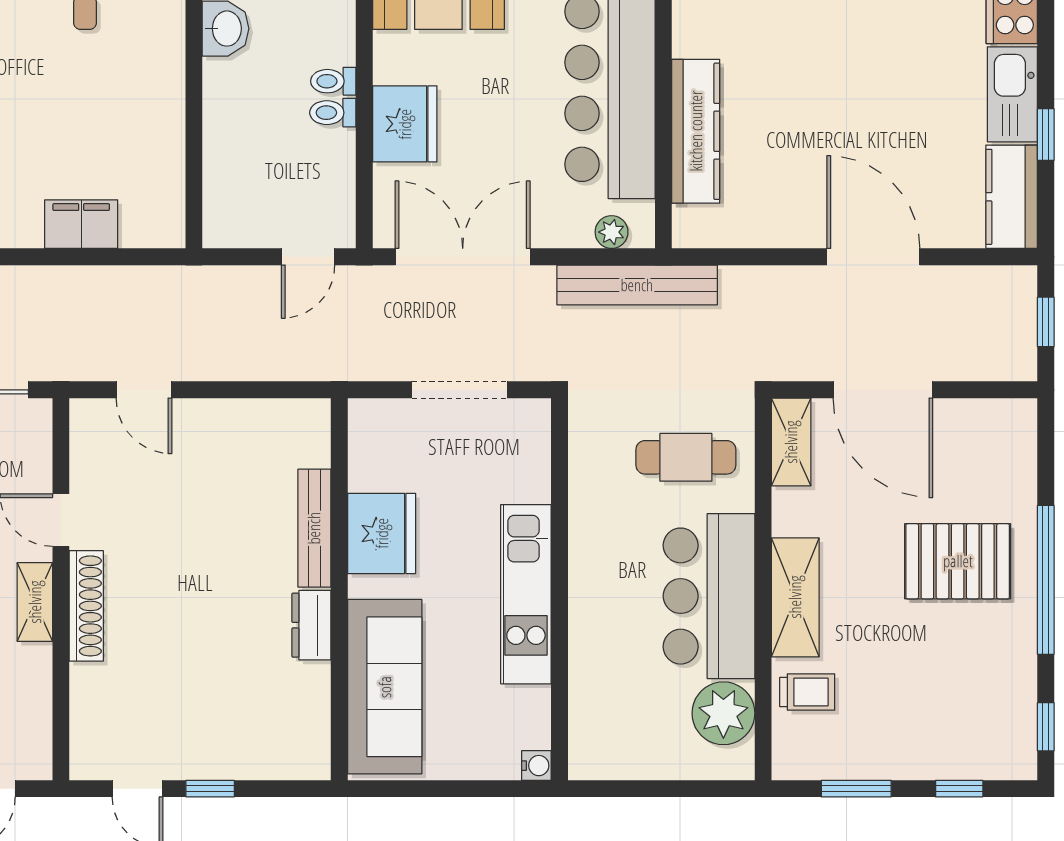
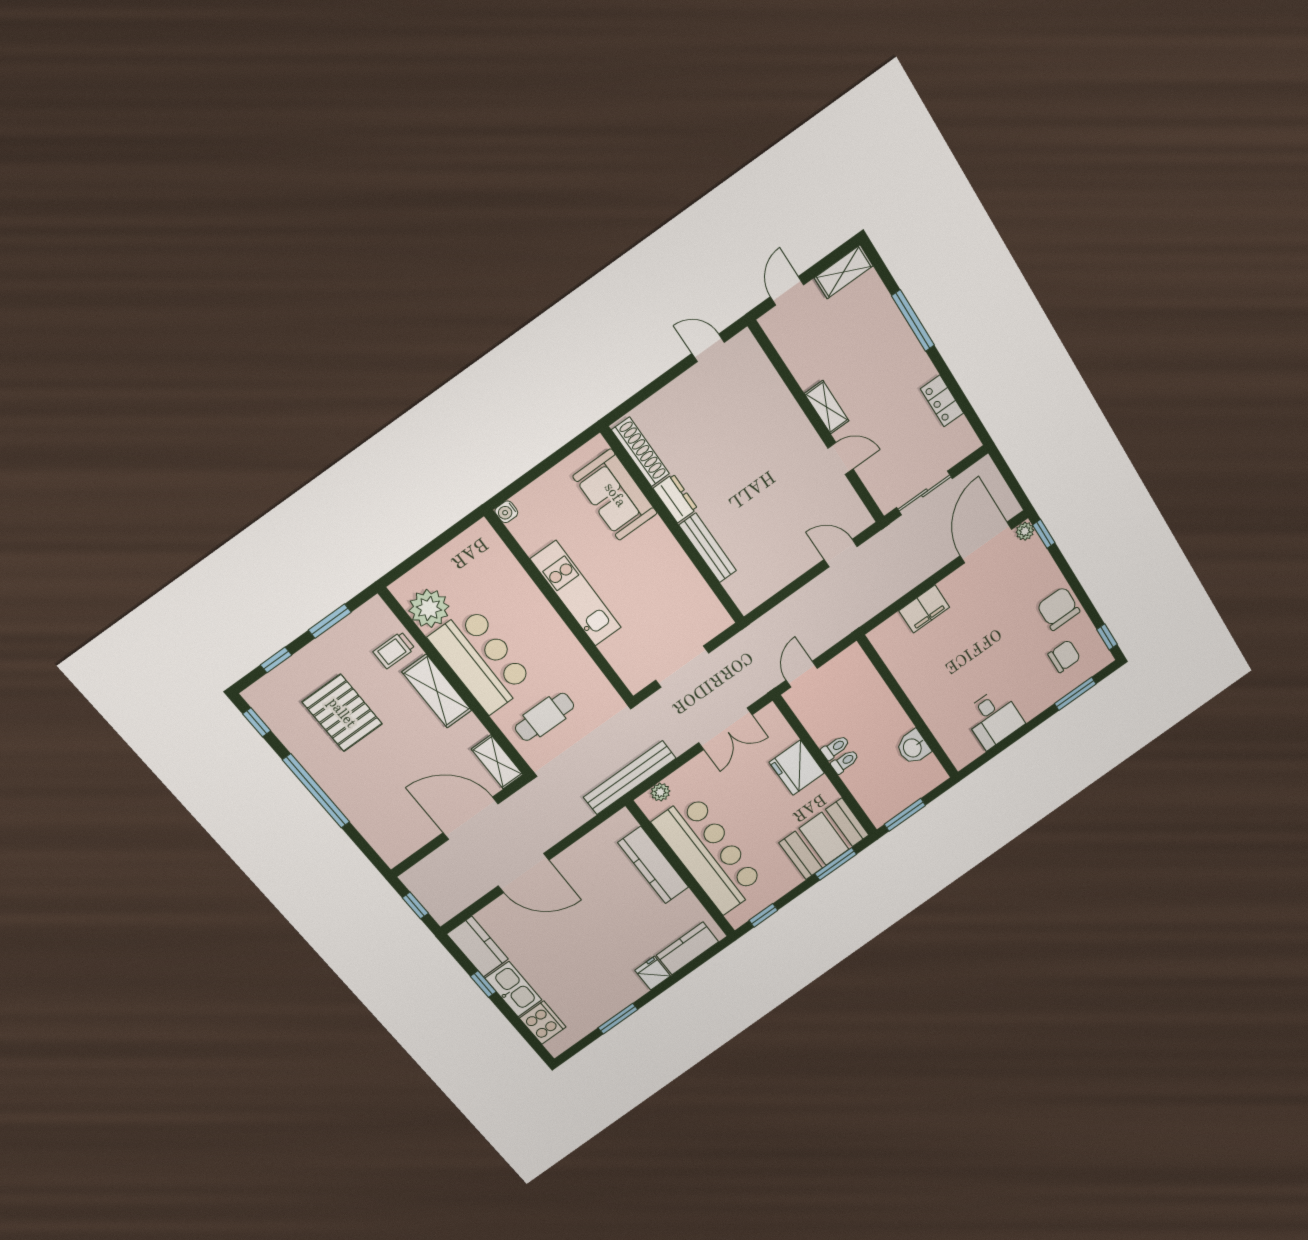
double door: (463, 257) -> (725, 729), width x0.73
fridge: (382, 533) -> (672, 570), removed
pallet: (958, 561) -> (342, 713), moved, turned 90
shoe rack: (86, 606) -> (641, 452), moved, turned 180
sofa: (385, 687) -> (615, 495), width x0.73
window: (210, 789) -> (670, 376), removed

